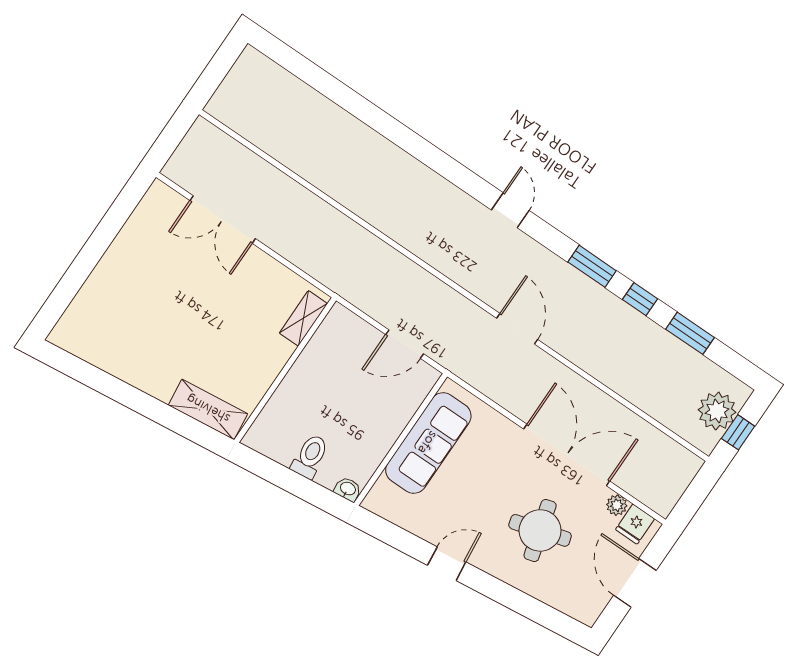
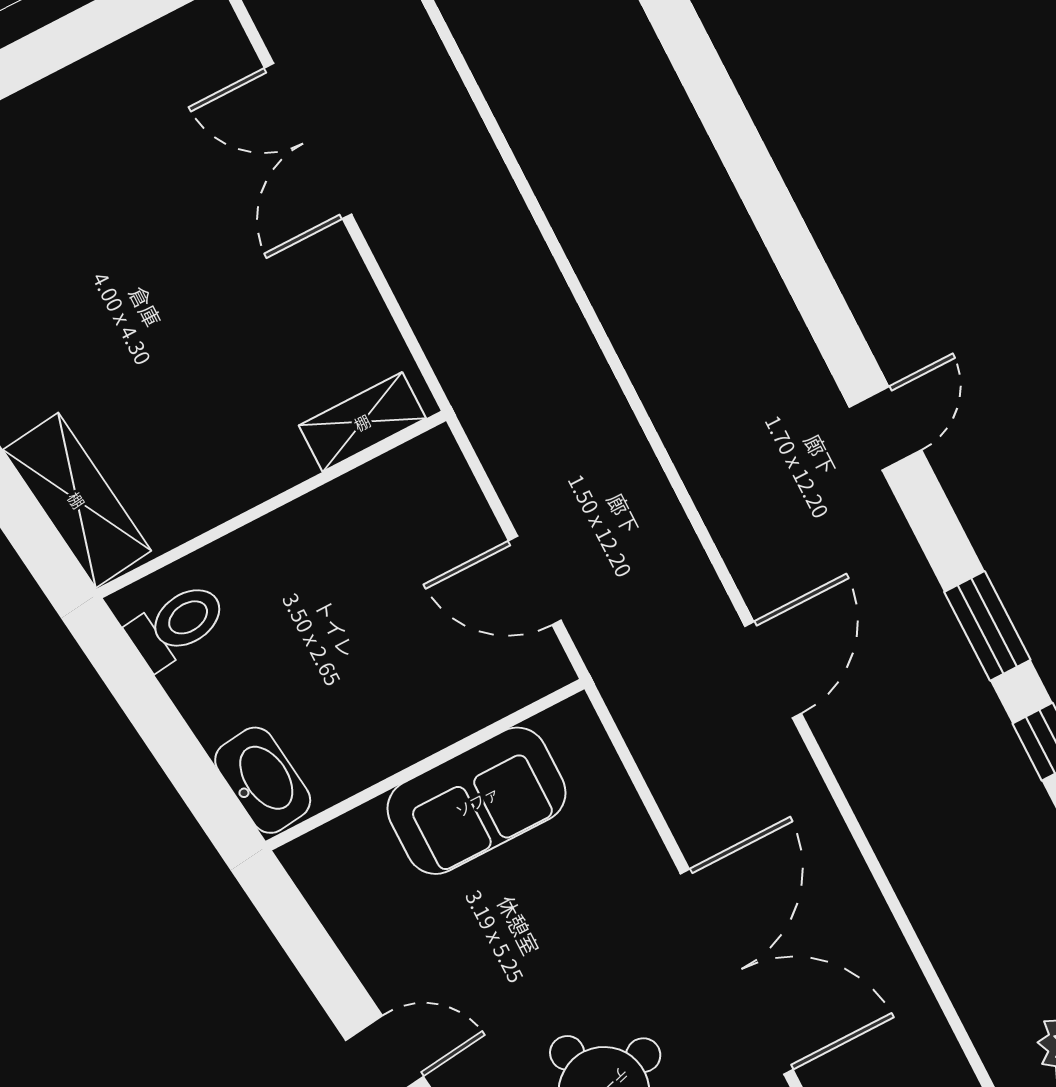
sofa: (428, 443) -> (477, 801), width x0.73
toilet: (310, 456) -> (177, 625), moved
washbasin: (348, 489) -> (263, 780), width x1.91, depth x1.45

